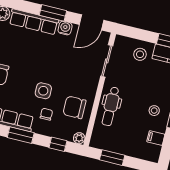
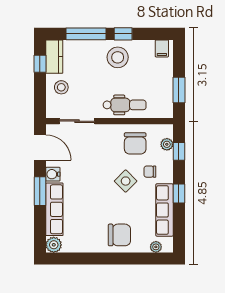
side table: (43, 91) -> (126, 181), turned 45
stool: (154, 111) -> (118, 57), width x1.89, depth x1.89
window: (21, 135) -> (179, 194), width x0.67
plant: (79, 138) -> (167, 144), moved
filing cabinet: (156, 138) -> (162, 48), moved

